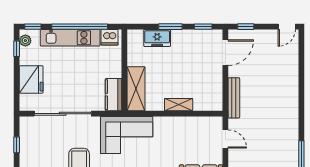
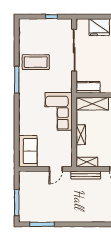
shelving: (216, 96) -> (87, 162), added
corner sofa: (127, 135) -> (59, 111), moved

